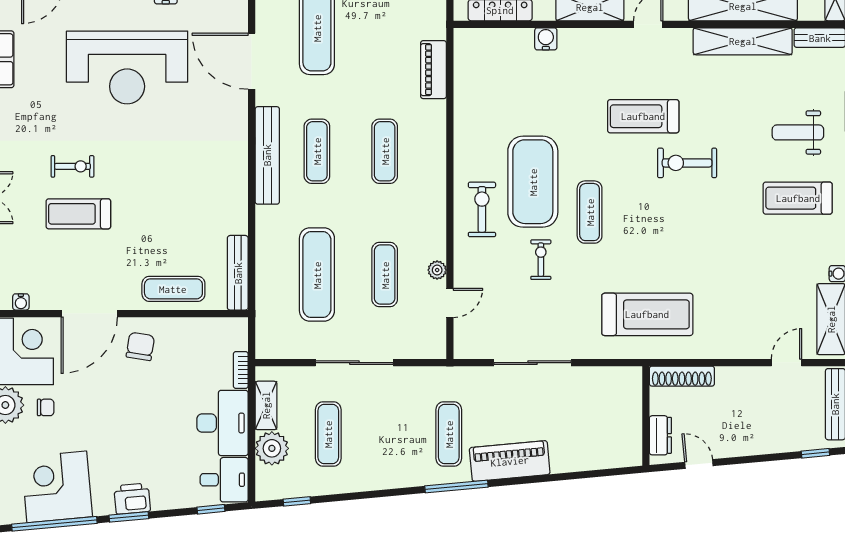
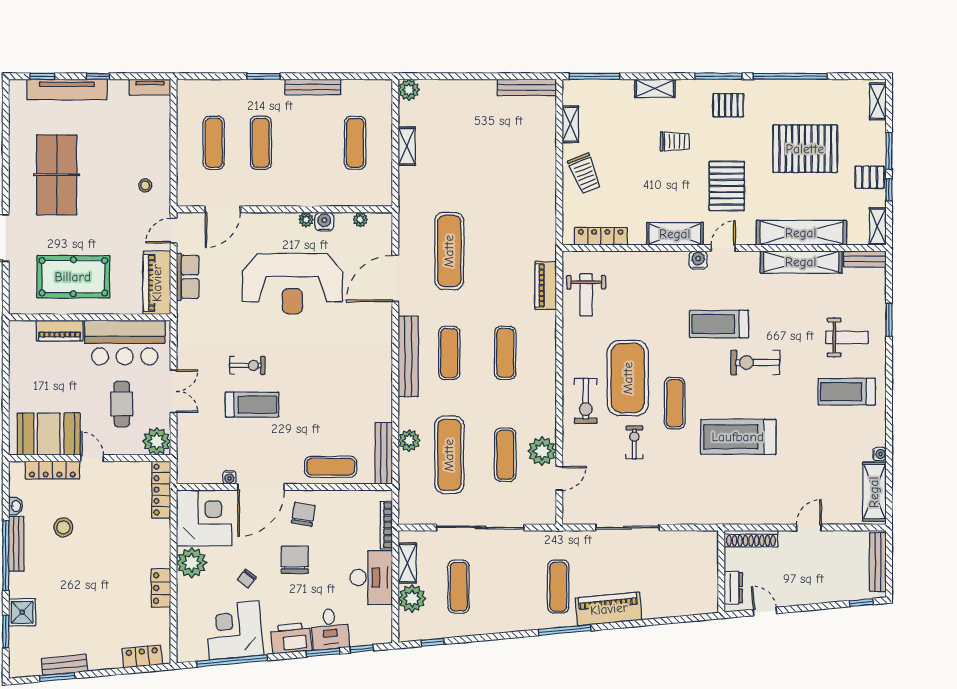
water cooler: (546, 39) -> (698, 260), moved
door: (252, 61) -> (395, 278), hinge flipped
weight bench: (482, 81) -> (586, 295), added
weight bench: (798, 132) -> (847, 337), turned 180
exercise bike: (482, 209) -> (586, 401), turned 180
treadmill: (78, 214) -> (252, 405), turned 180
plant: (268, 257) -> (409, 441), added
plant: (437, 270) -> (542, 451), width x1.88, depth x1.88
water cooler: (21, 302) -> (229, 477), moved
treadmill: (647, 314) -> (738, 437), moved, turned 180
sliding door: (354, 363) -> (480, 528), width x1.36
door: (787, 363) -> (809, 528), moved
bookcase: (241, 370) -> (386, 525), width x1.56
chair: (130, 401) -> (295, 560), added
chair: (46, 407) -> (247, 578), moved, turned 128
desk: (224, 480) -> (330, 629), moved, turned 85
printer: (132, 499) -> (291, 638), width x1.37, depth x1.19
window: (129, 517) -> (323, 652), moved

